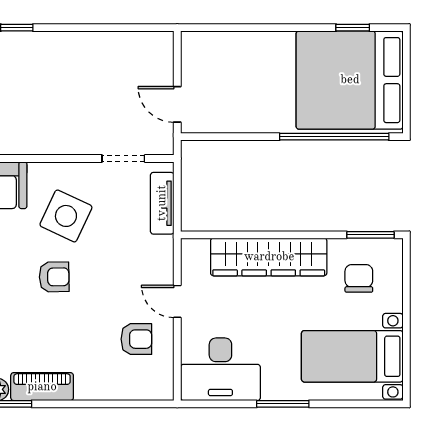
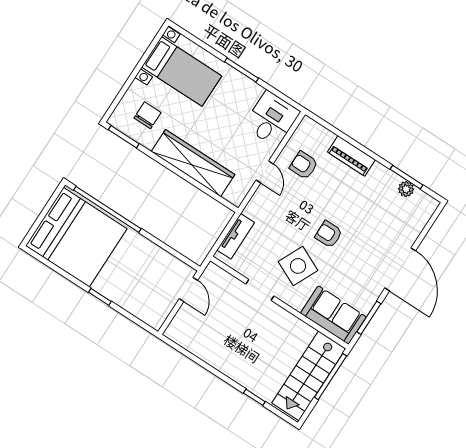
window: (353, 28) -> (100, 297), moved
doorway: (123, 158) -> (260, 290), moved
chair: (359, 278) -> (148, 115), turned 180
desk: (220, 369) -> (272, 119), width x0.73
piano: (42, 387) -> (351, 156), moved

